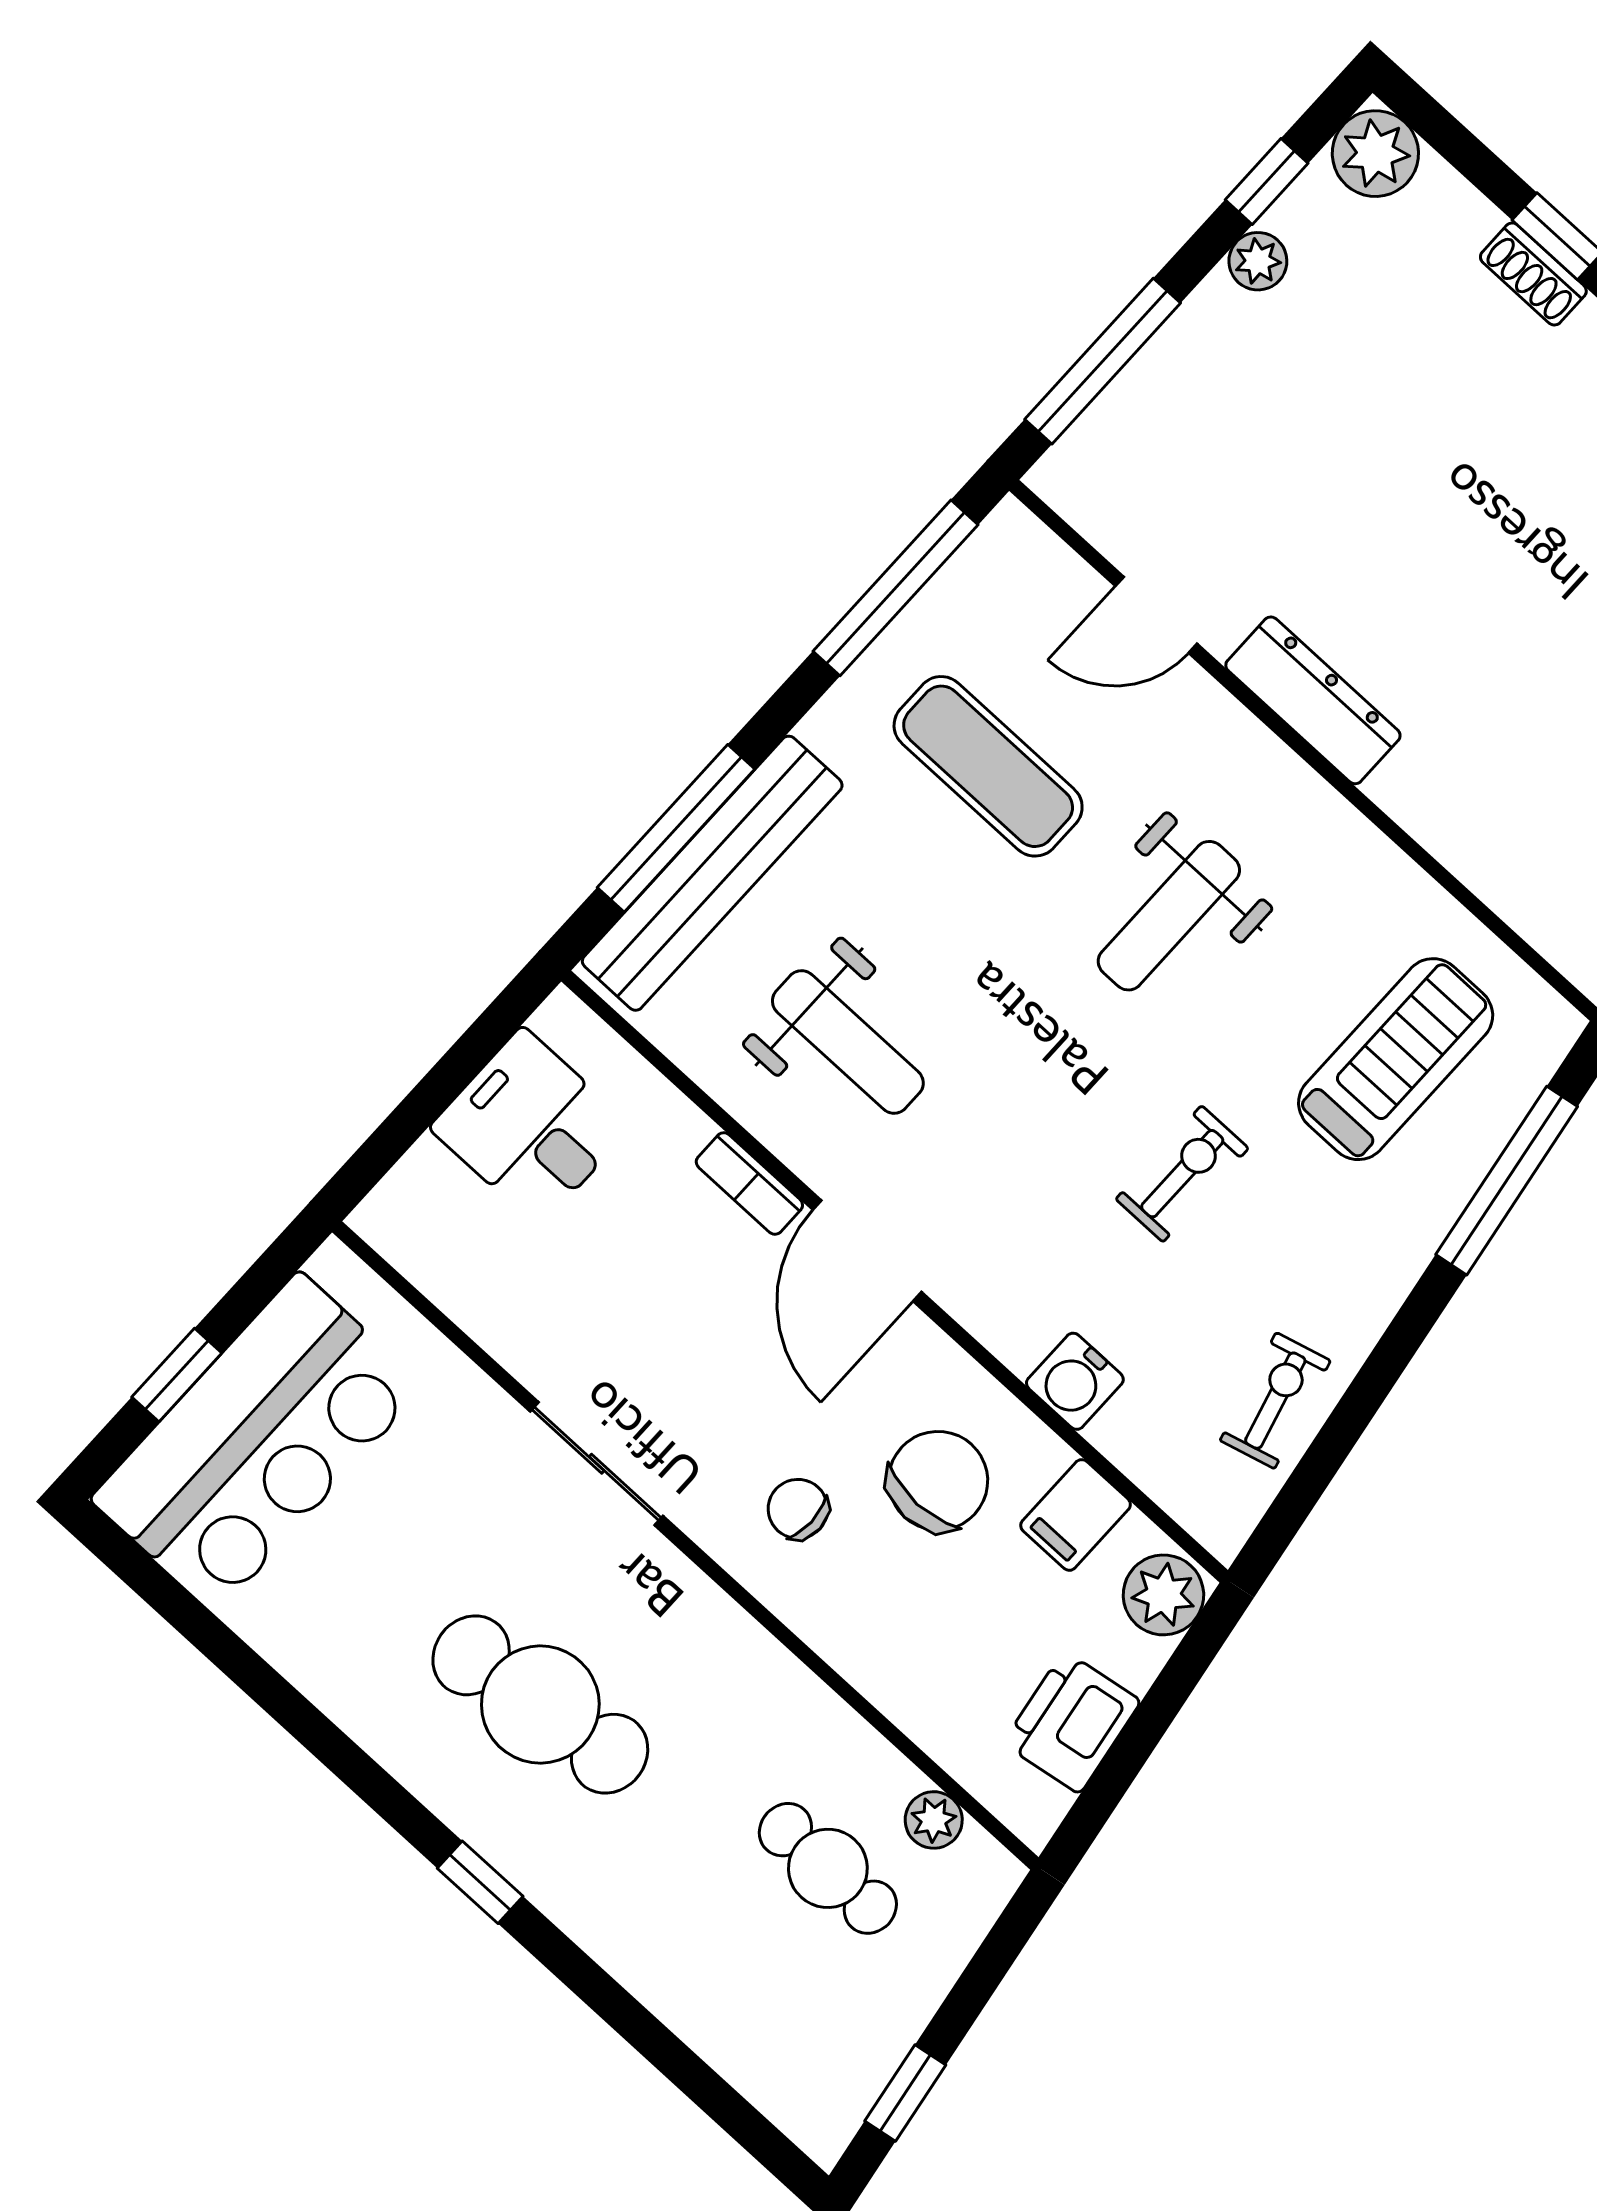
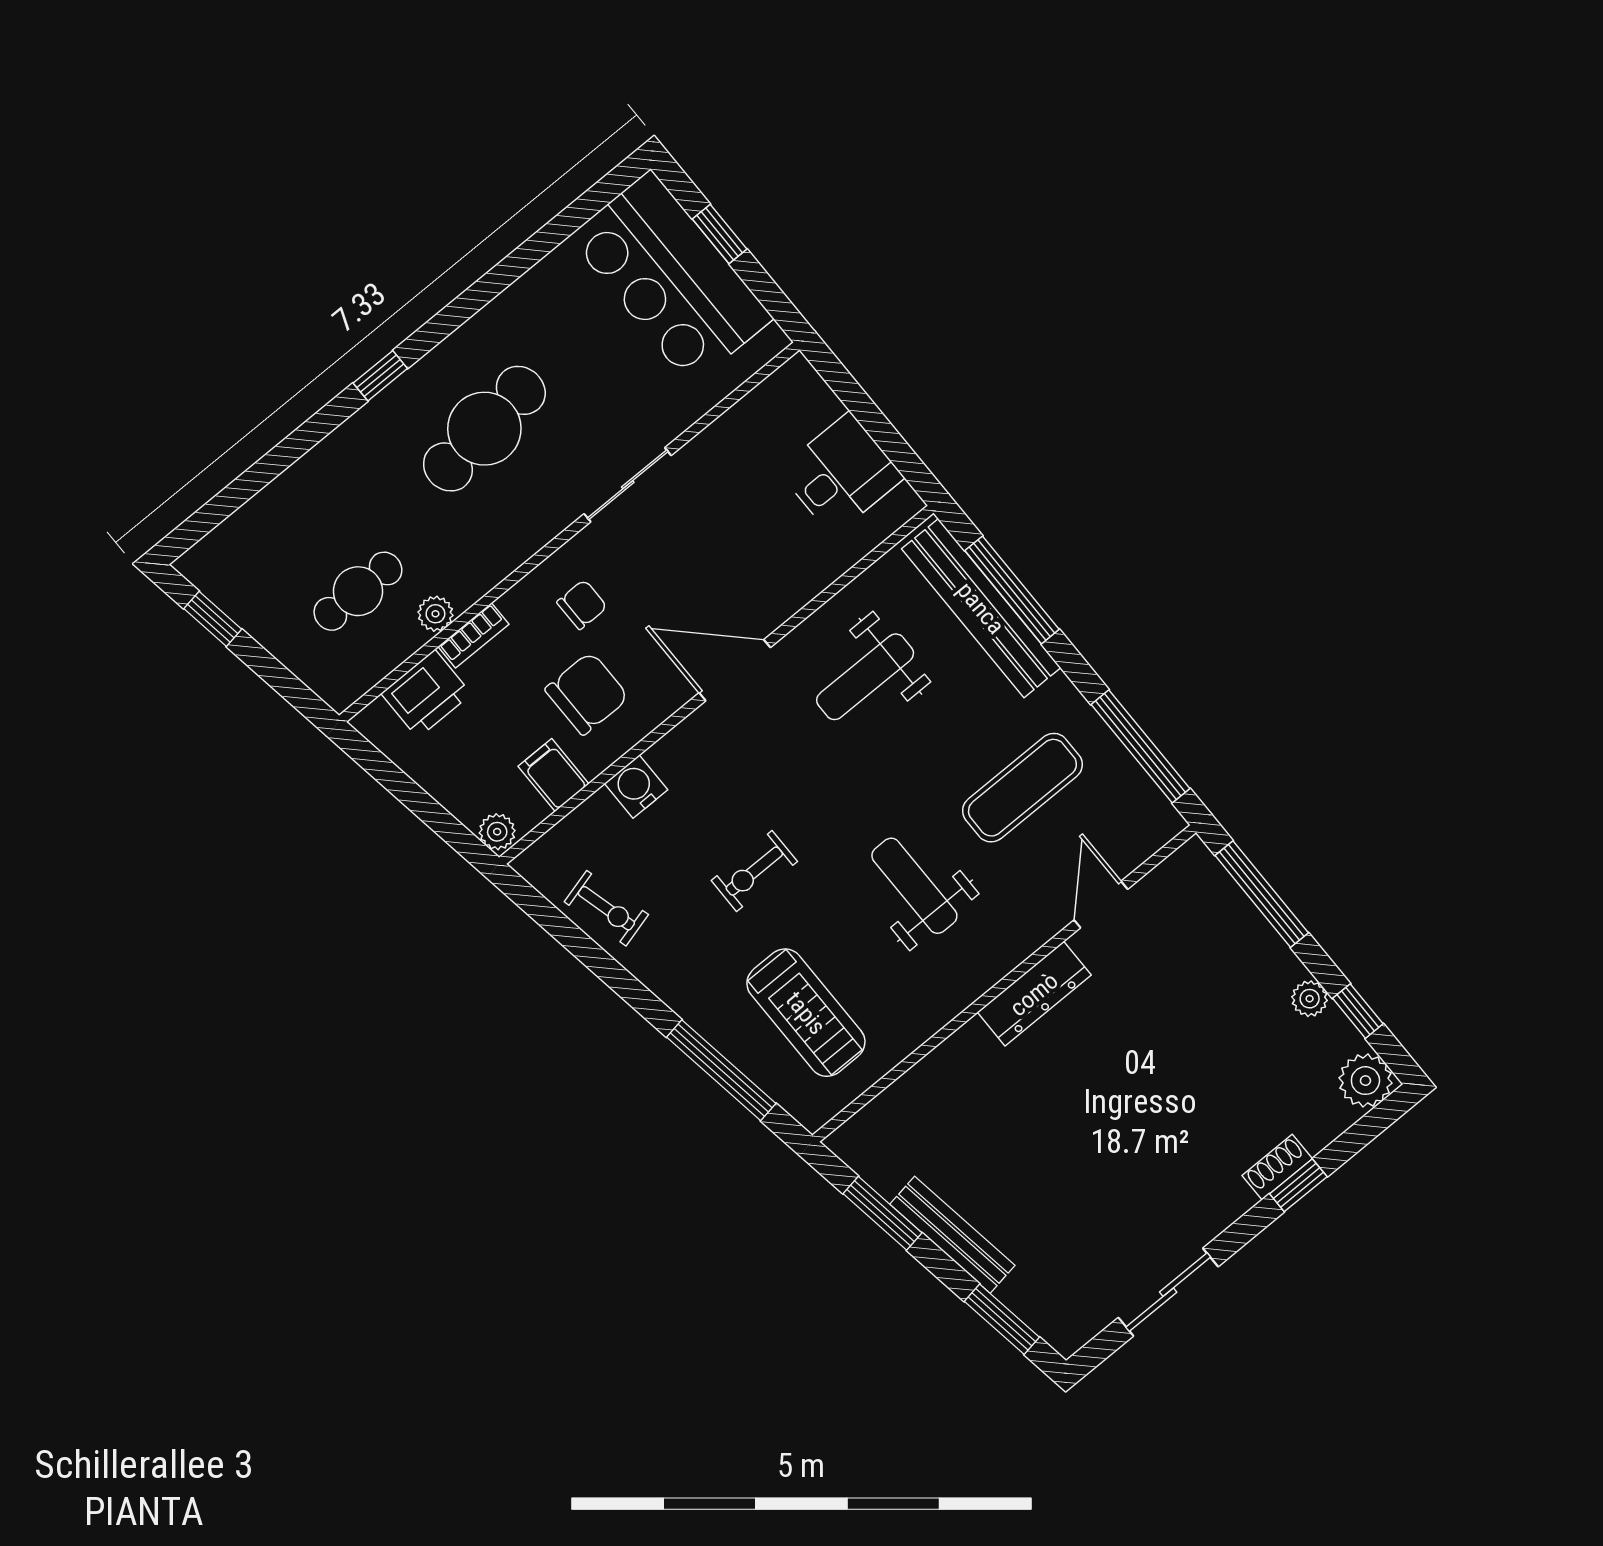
exercise bike: (1182, 1174) -> (754, 871), turned 90
bookcase: (749, 1183) -> (473, 635), moved, turned 180
chair: (938, 1481) -> (587, 693), turned -90
plant: (1163, 1595) -> (497, 832), width x0.73, depth x0.73
printer: (1072, 1722) -> (426, 694), moved, turned 99
plant: (934, 1820) -> (435, 614), moved

